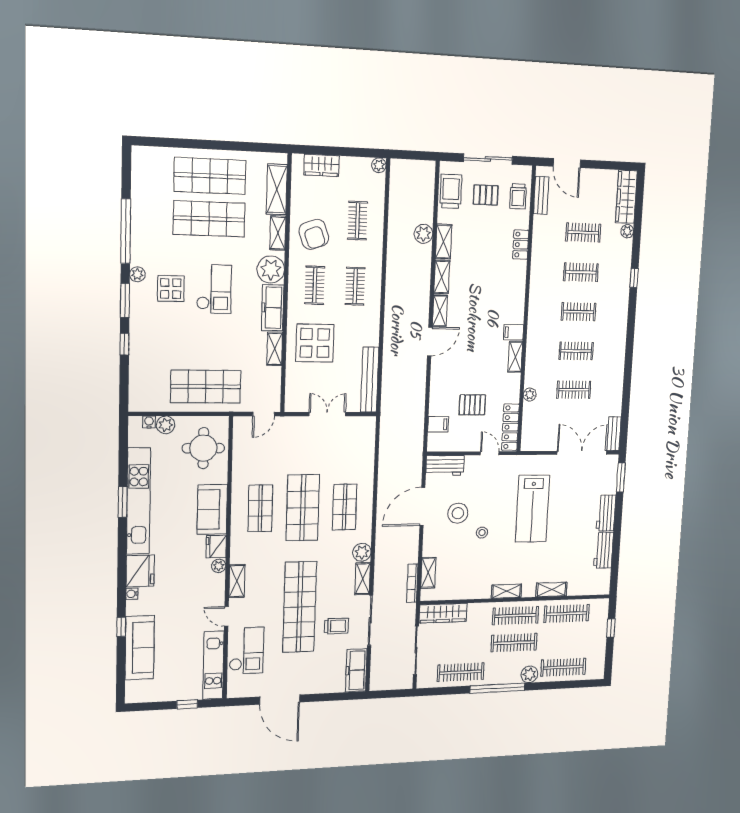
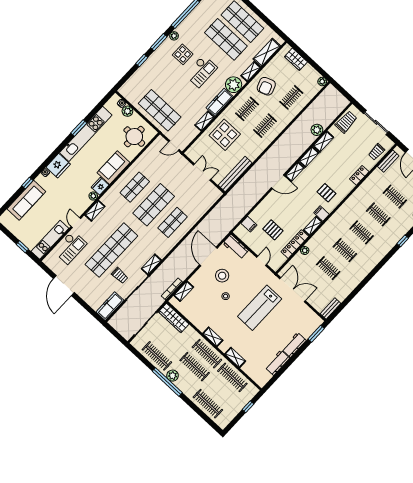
pallet: (486, 195) -> (326, 193), moved
locker: (510, 427) -> (295, 244), moved
double door: (582, 453) -> (293, 290), moved
door: (422, 507) -> (208, 256), hinge flipped
plant: (362, 552) -> (162, 251), removed
plant: (529, 674) -> (173, 376), moved

